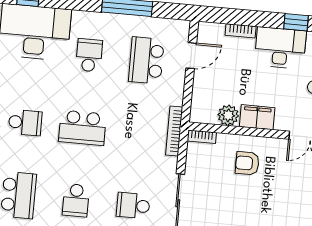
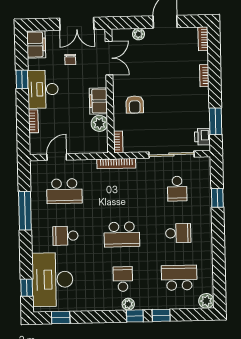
door: (191, 56) -> (57, 157), hinge flipped
school desk: (82, 128) -> (122, 234), turned 90

